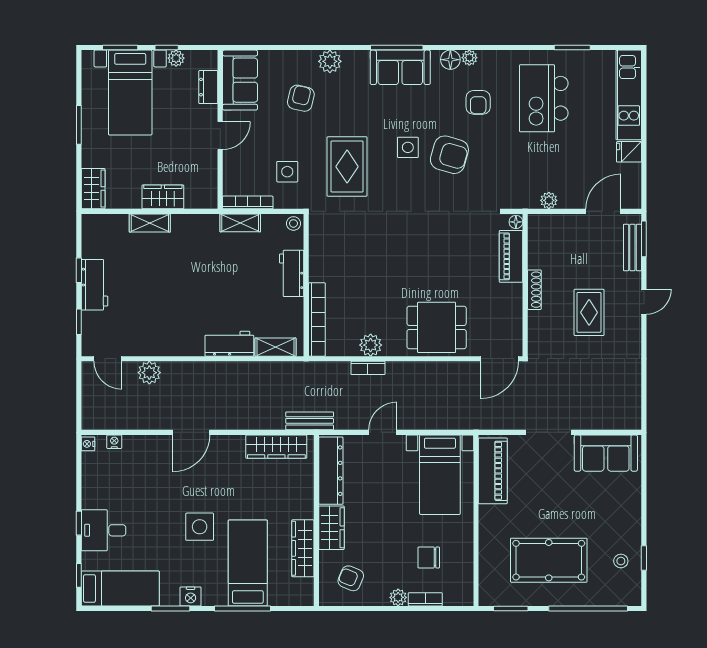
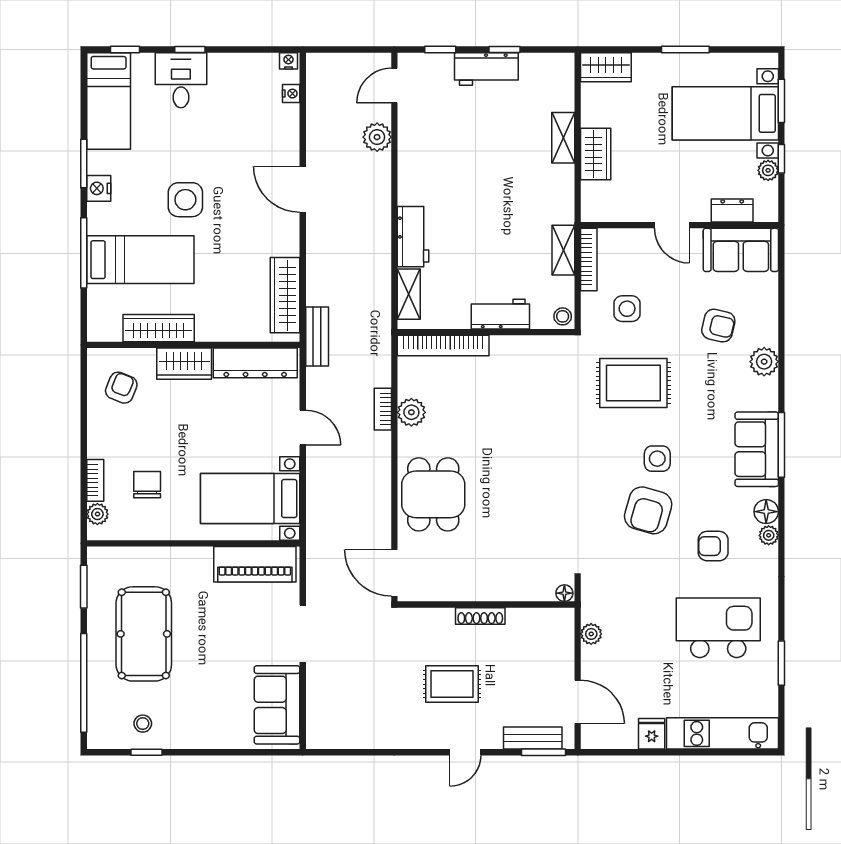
piano: (511, 256) -> (522, 587), removed
door: (644, 302) -> (465, 752), hinge flipped
plant: (398, 597) -> (97, 514), moved

